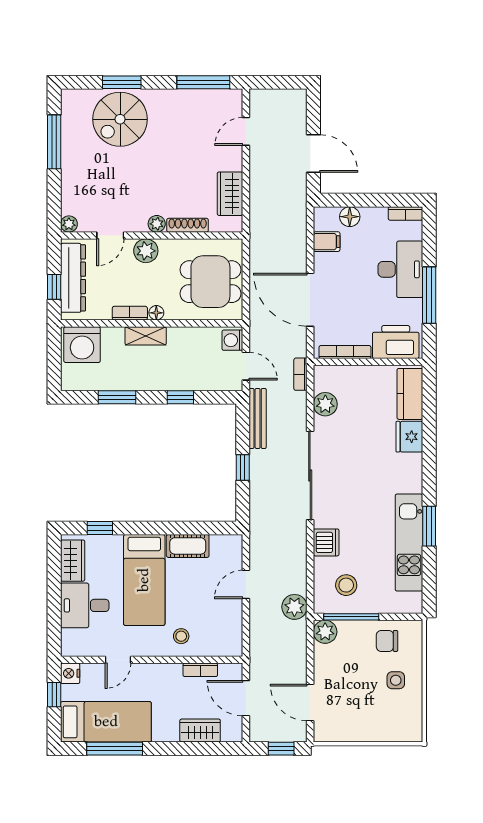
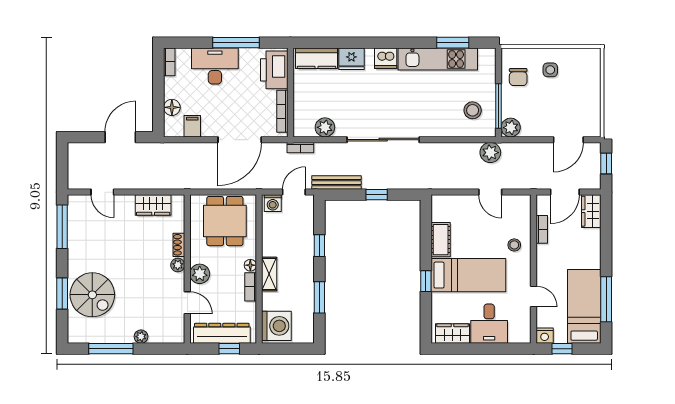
plant: (69, 224) -> (141, 337), moved
shoe rack: (188, 225) -> (179, 245), width x0.70
window: (429, 526) -> (453, 43), moved
window: (100, 528) -> (426, 281), moved
dishwasher: (326, 542) -> (386, 58), moved, turned 180
door: (246, 584) -> (490, 192), moved
wardrobe: (200, 731) -> (591, 211), moved

